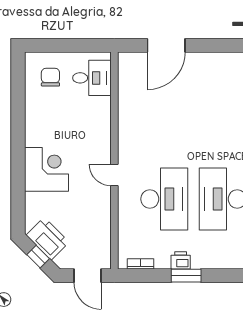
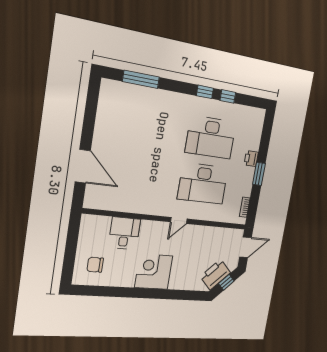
desk: (92, 78) -> (124, 233), moved
corner desk: (46, 169) -> (154, 272), moved
desk: (164, 199) -> (203, 183), turned 180
printer: (181, 260) -> (251, 159), moved

